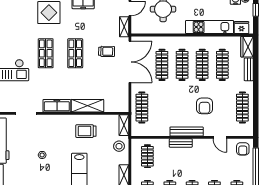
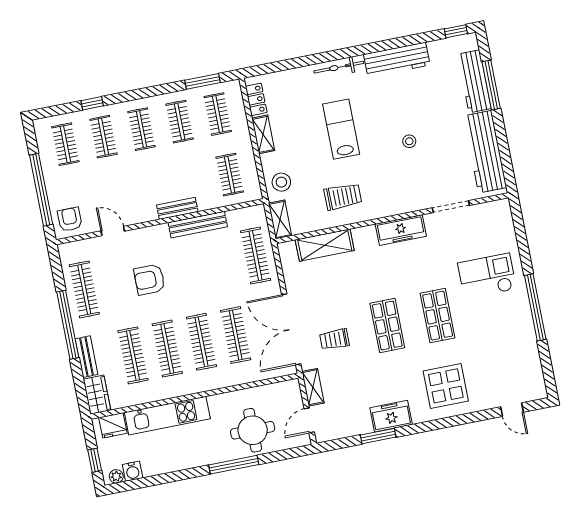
window: (256, 89) -> (68, 325), added
shelving: (87, 106) -> (325, 245), moved
armchair: (205, 106) -> (149, 280), turned -90
bench: (187, 132) -> (198, 225), moved

